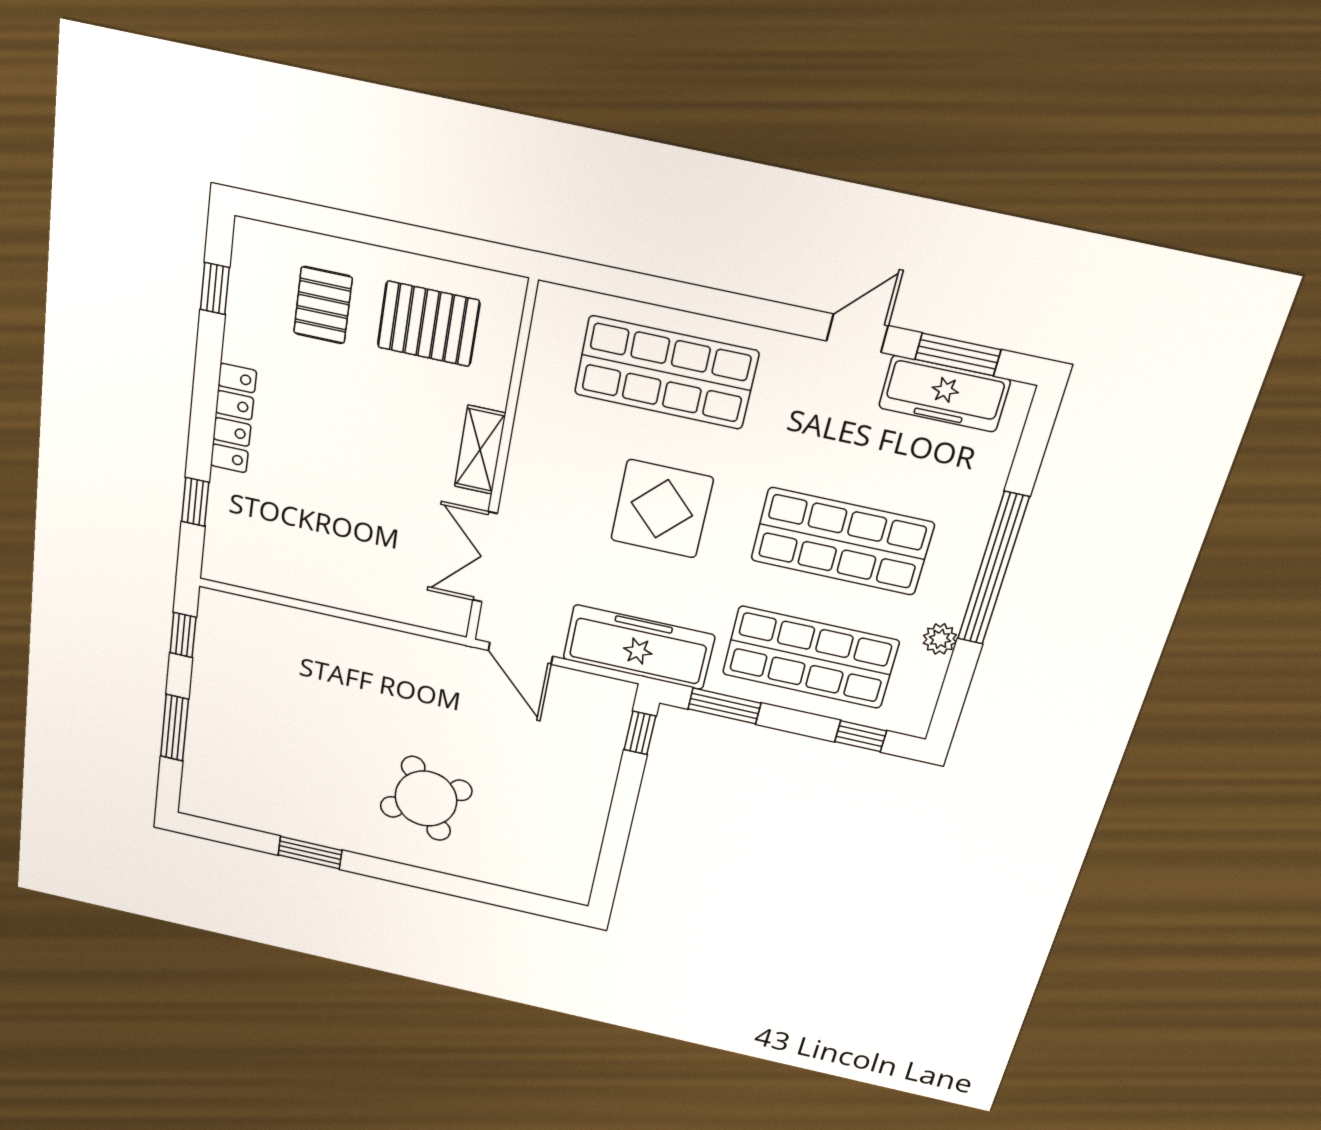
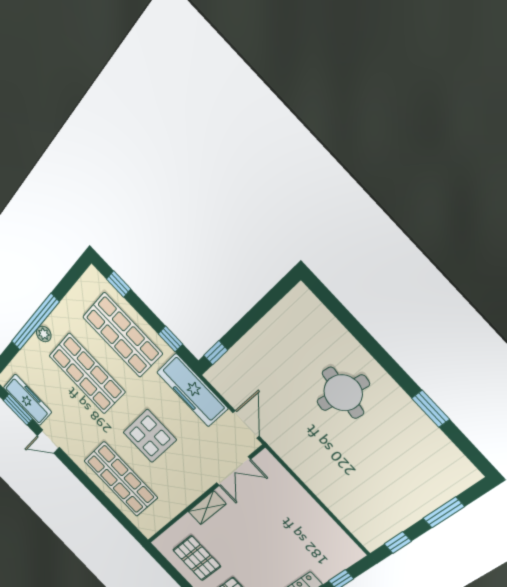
plant: (940, 639) -> (44, 334), moved
window: (724, 706) -> (170, 339), width x0.67
round table: (426, 799) -> (343, 393), turned 38

